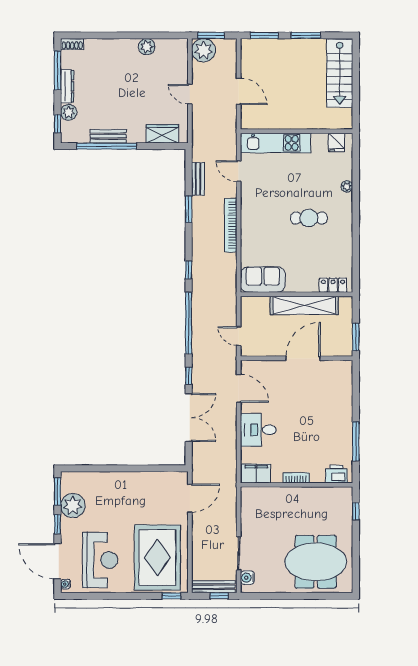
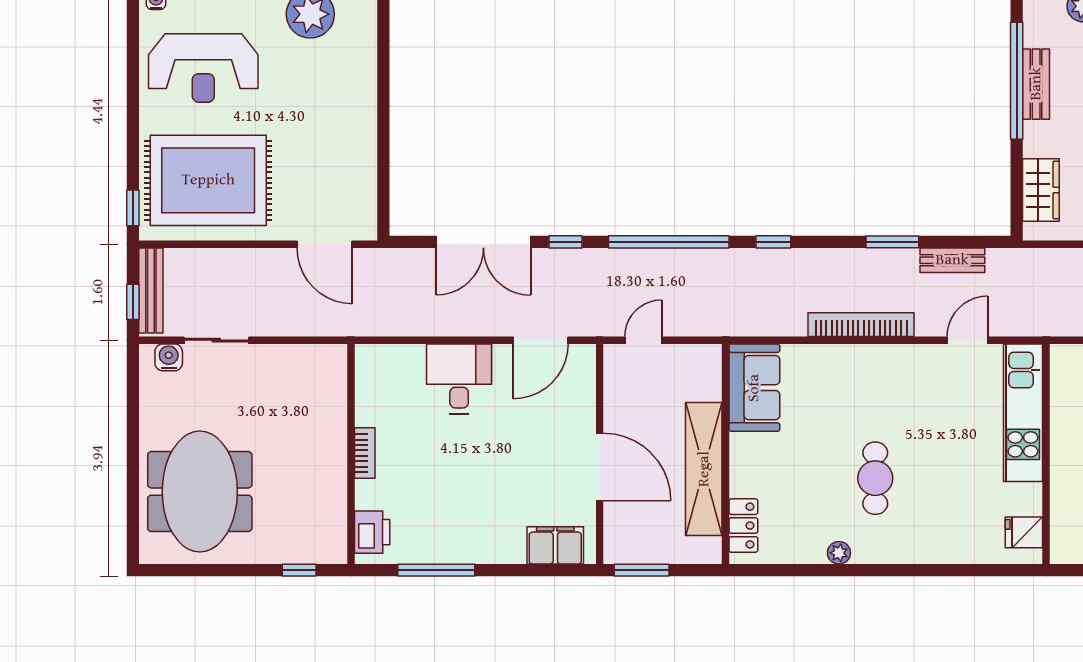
plant: (347, 186) -> (839, 553), moved
filing cabinet: (256, 473) -> (555, 545), moved, turned -90

